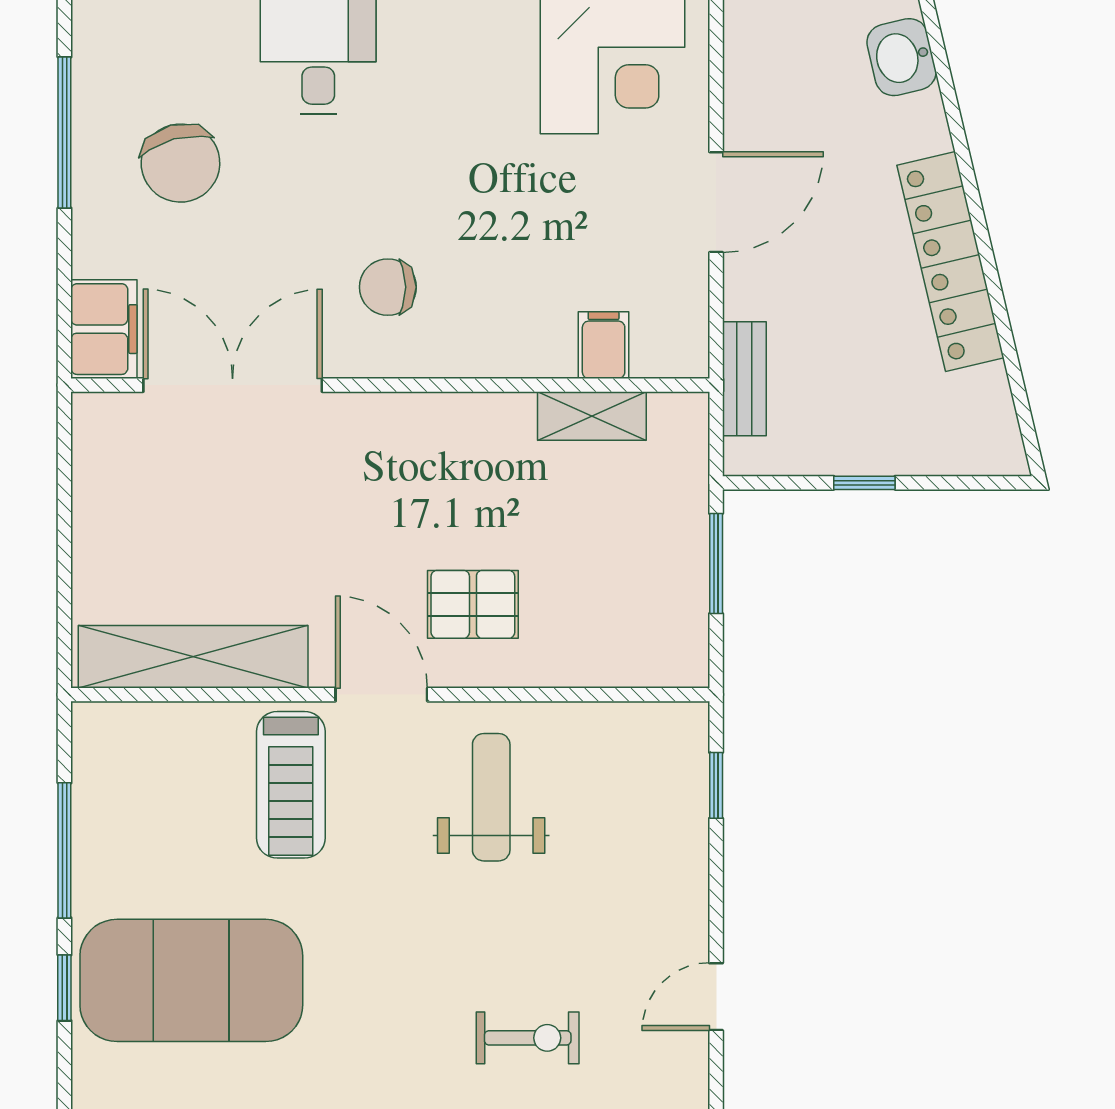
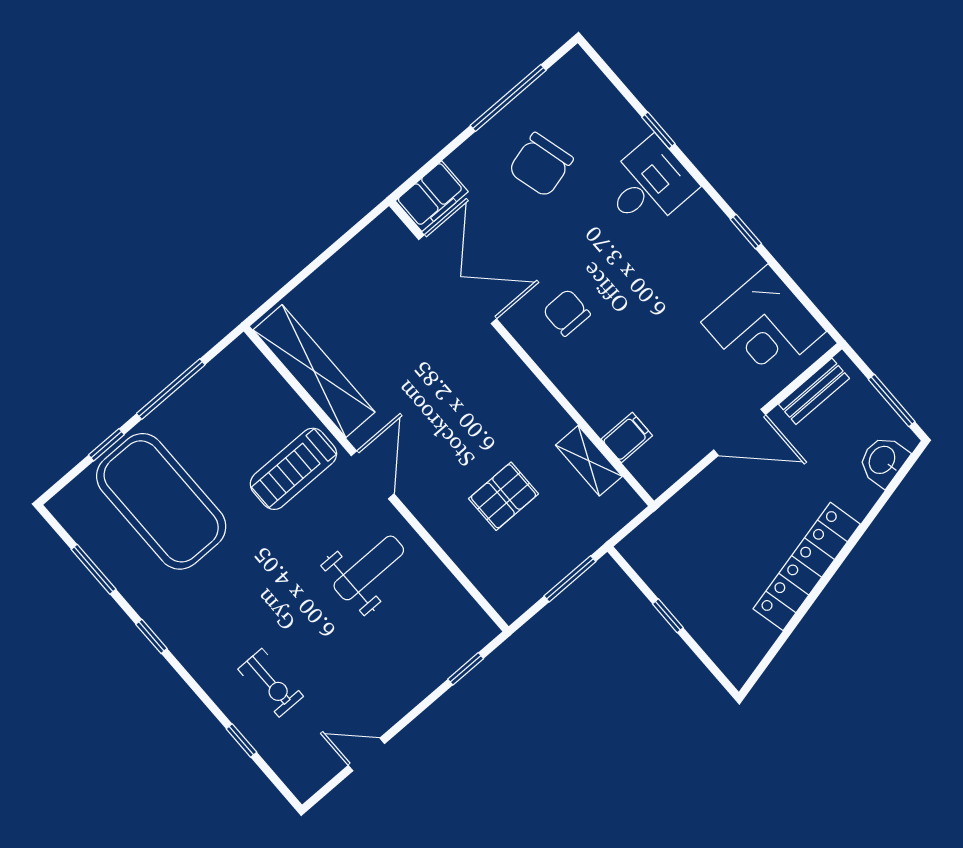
bench: (744, 379) -> (814, 391), moved
pallet: (473, 604) -> (504, 496), moved, turned 90

